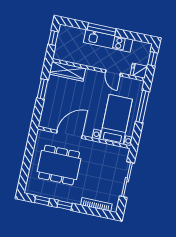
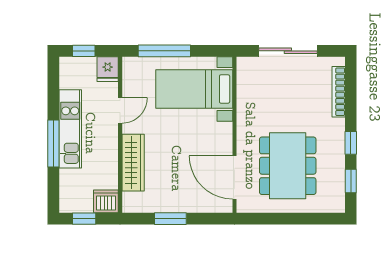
dishwasher: (61, 53) -> (106, 201), added
wardrobe: (67, 71) -> (133, 163), moved
door: (69, 134) -> (234, 177), moved

